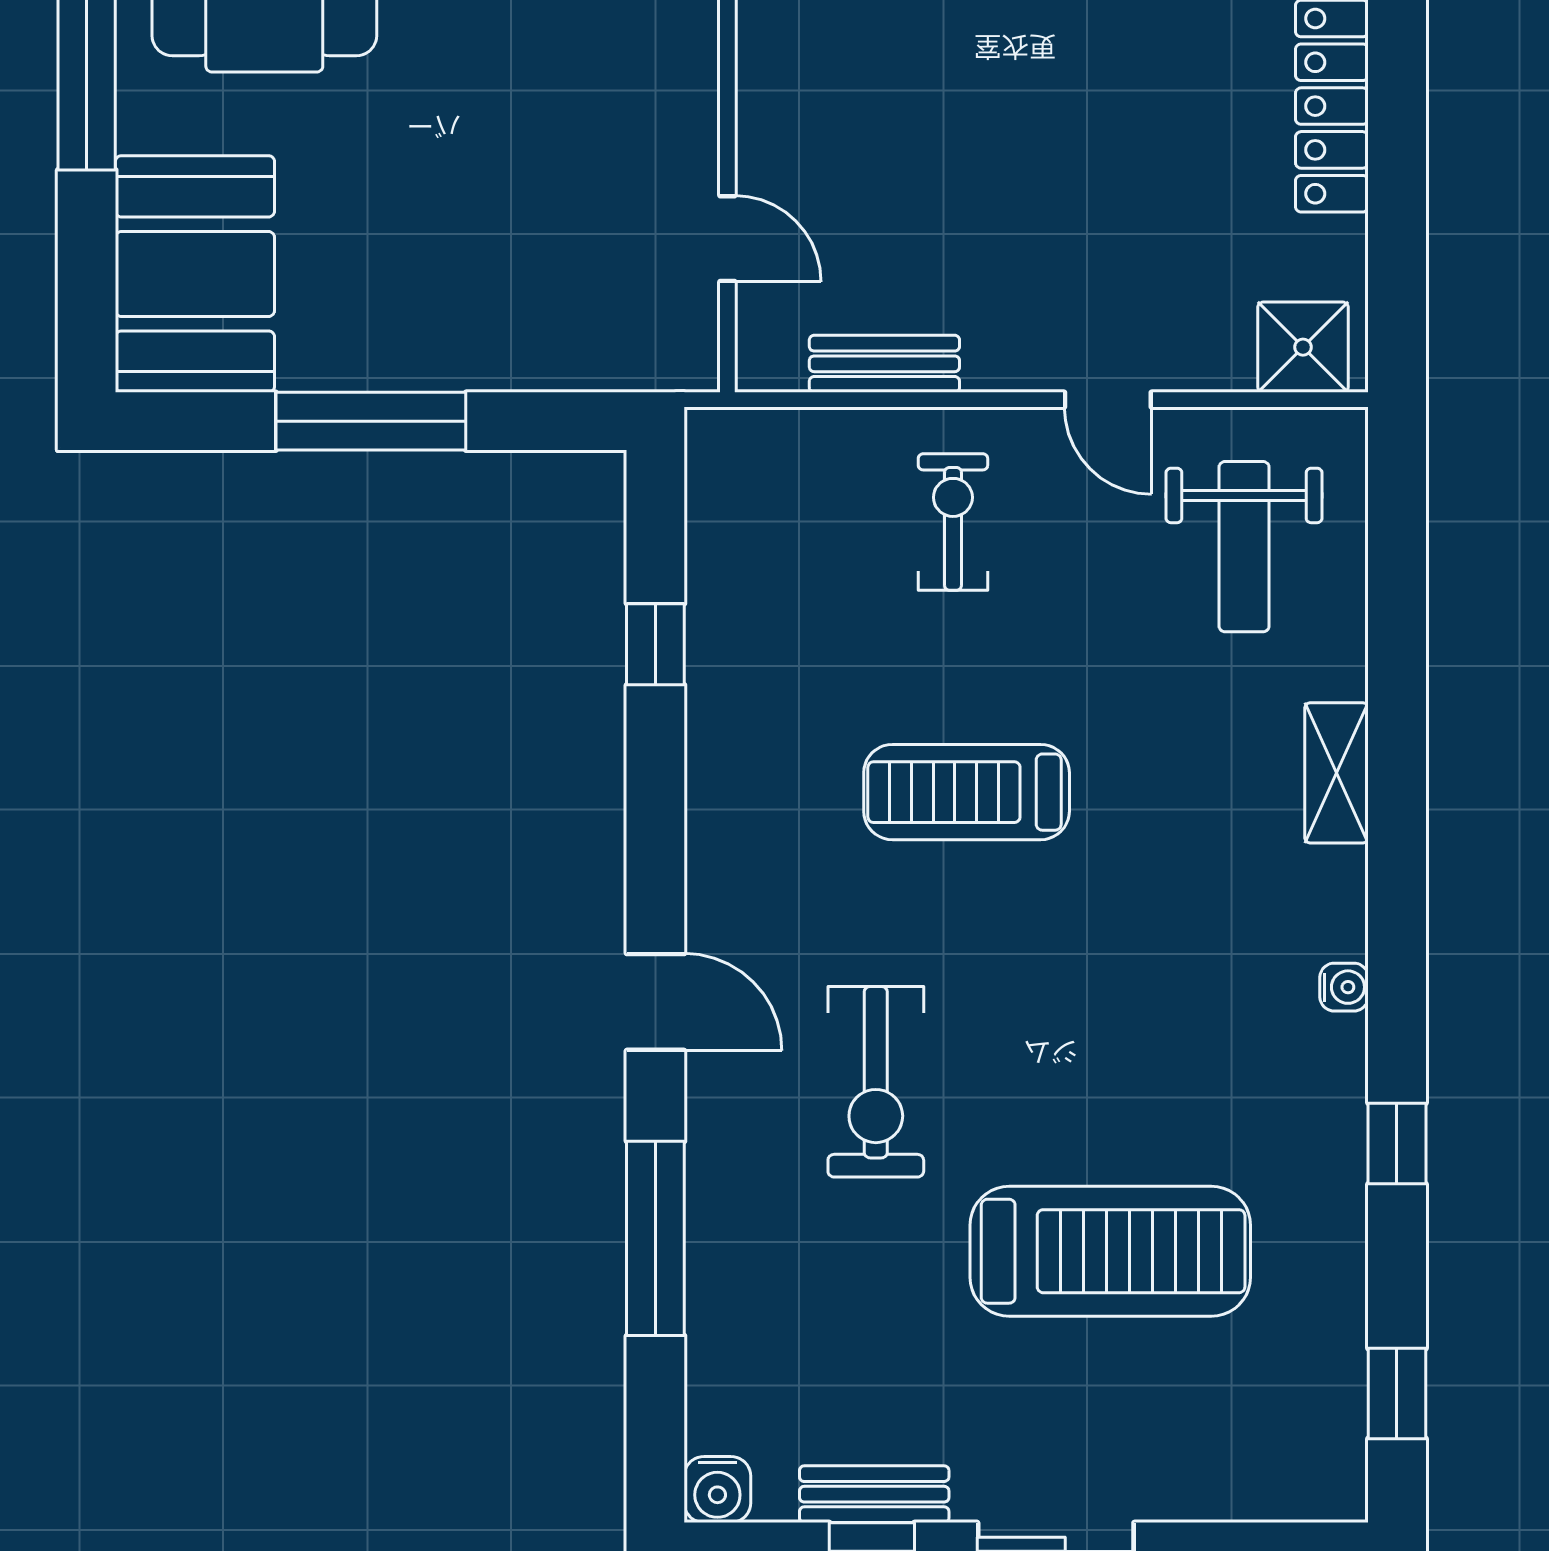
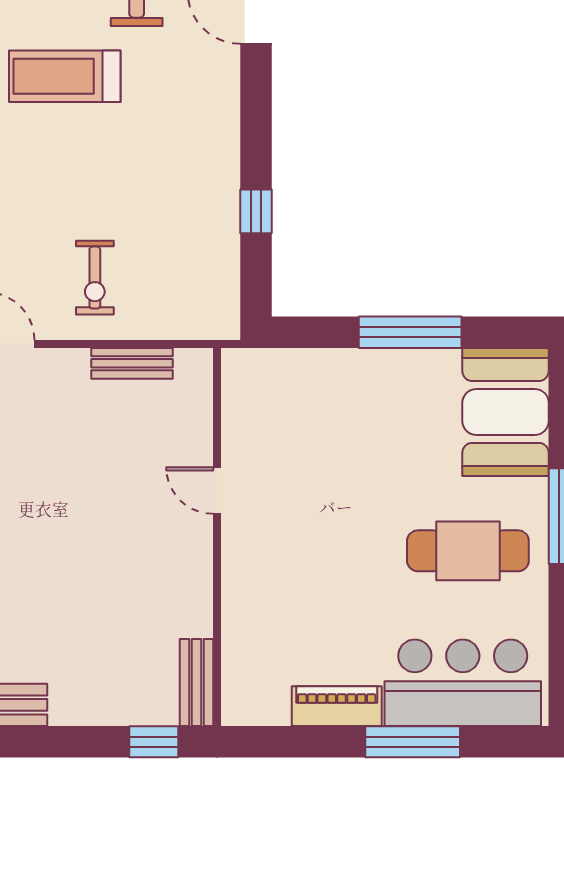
door: (727, 239) -> (217, 491), moved
treadmill: (967, 792) -> (65, 76), moved, turned 180

